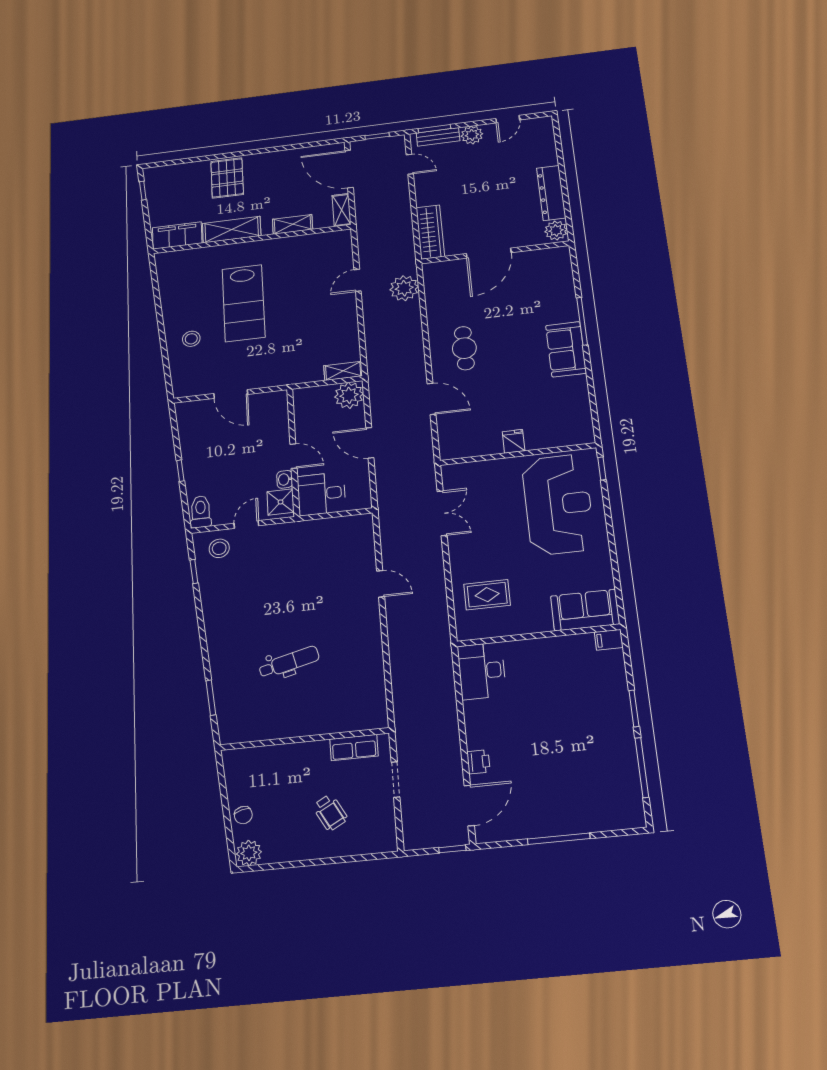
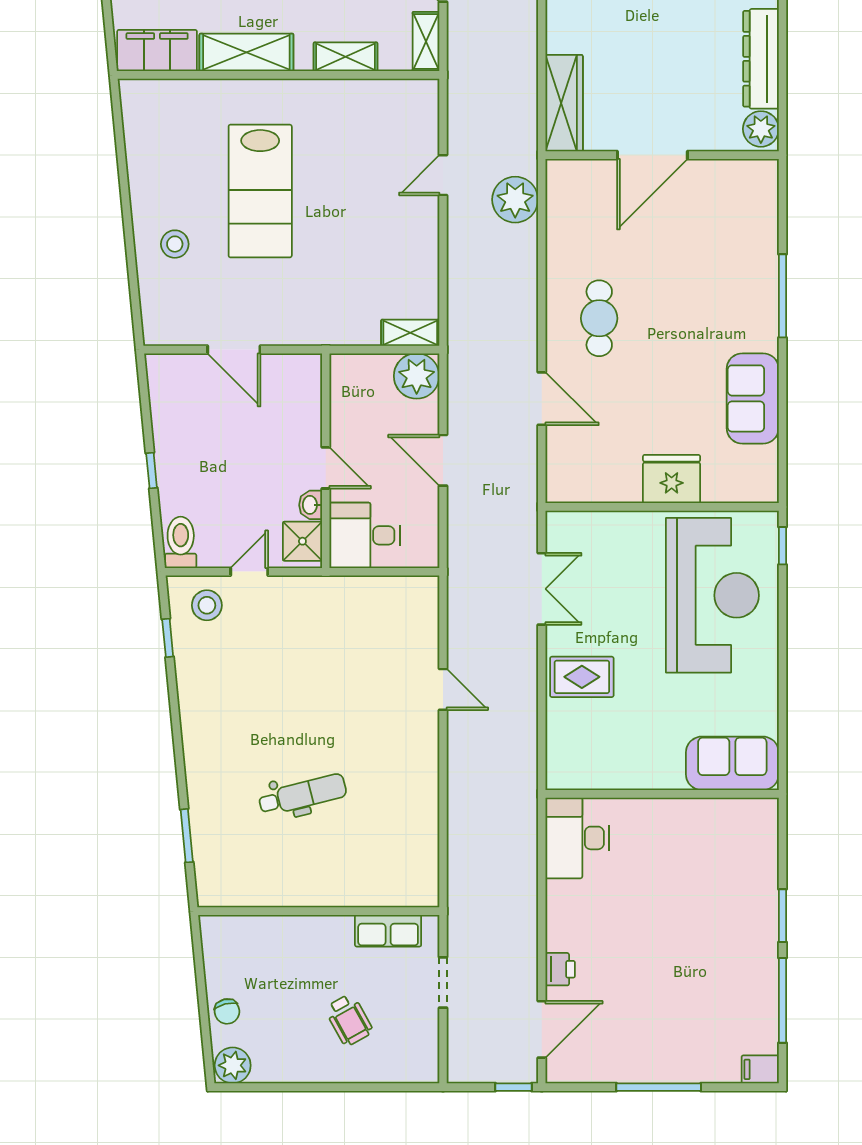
sofa: (566, 349) -> (753, 398), moved
fridge: (514, 441) -> (672, 479), width x1.88, depth x1.34
rug: (487, 595) -> (582, 677), moved
filing cabinet: (609, 640) -> (760, 1069), moved

